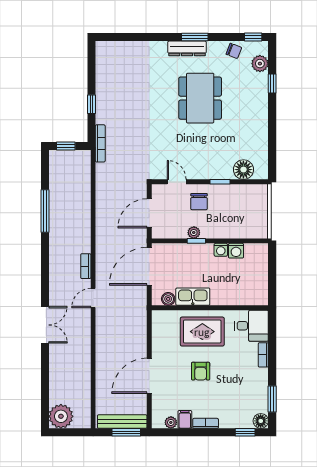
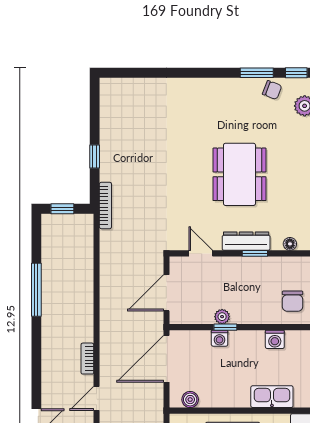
window: (195, 37) -> (257, 73), moved
dresser: (187, 48) -> (246, 241), moved, turned 180
dining table: (200, 98) -> (239, 174), moved
floor lamp: (243, 170) -> (290, 244), width x0.53, depth x0.53
chair: (199, 202) -> (293, 301), moved
washing machine: (221, 250) -> (220, 338), moved
kitchen sink: (193, 297) -> (272, 397), moved

